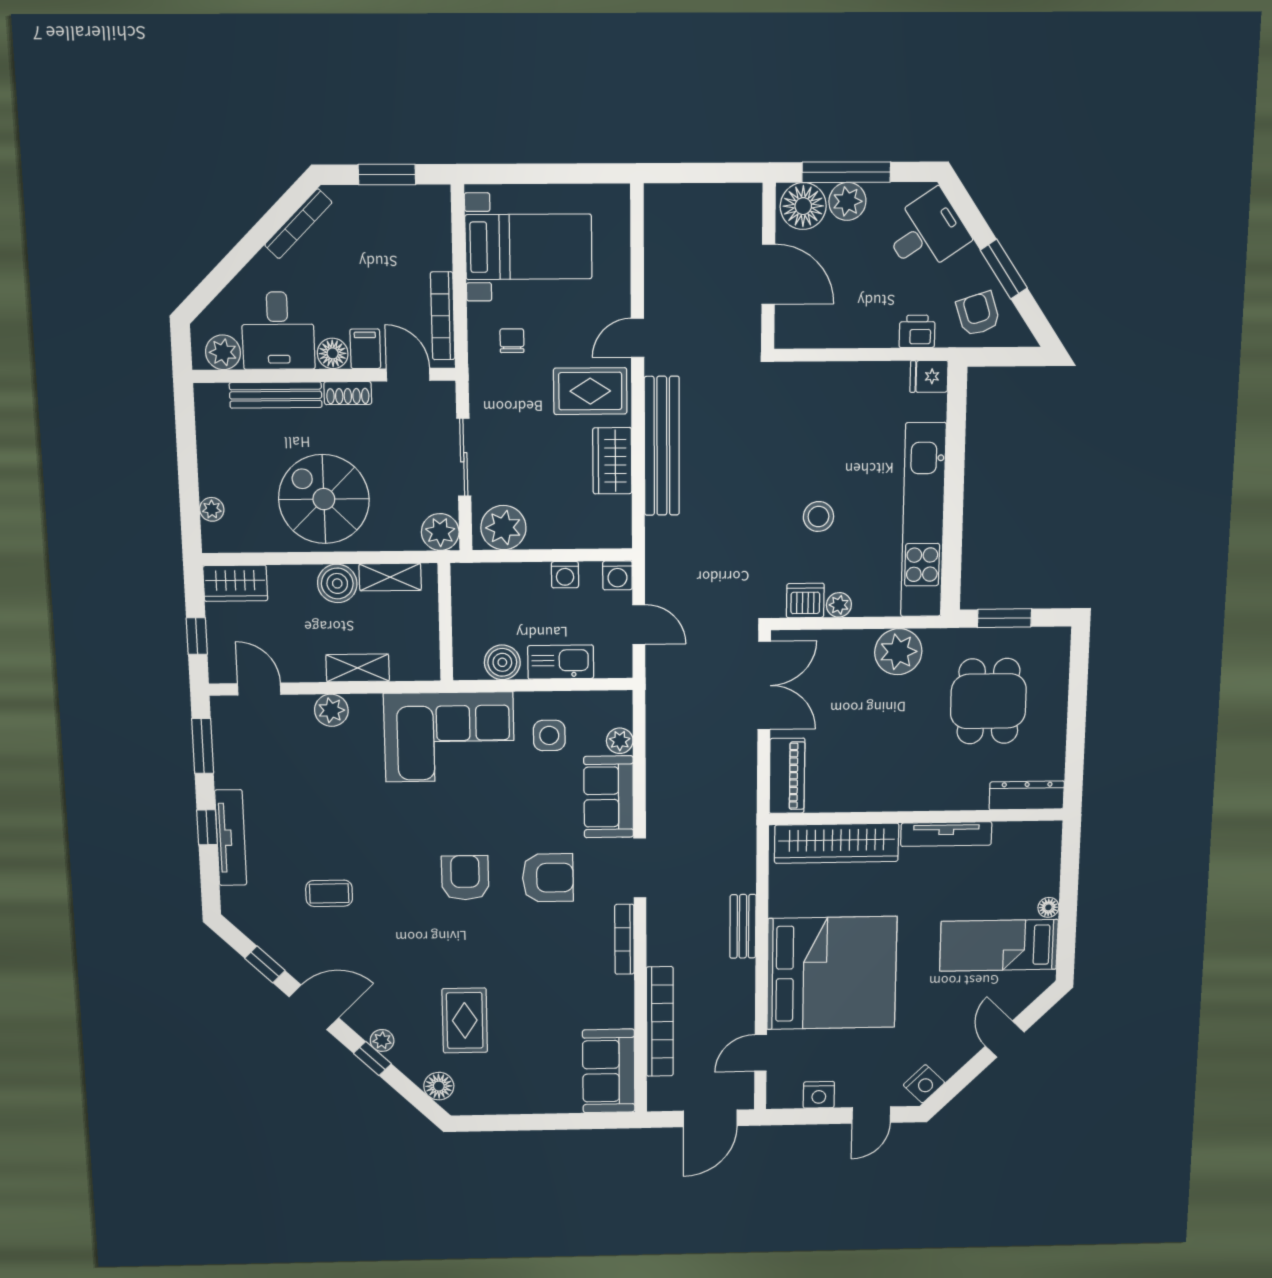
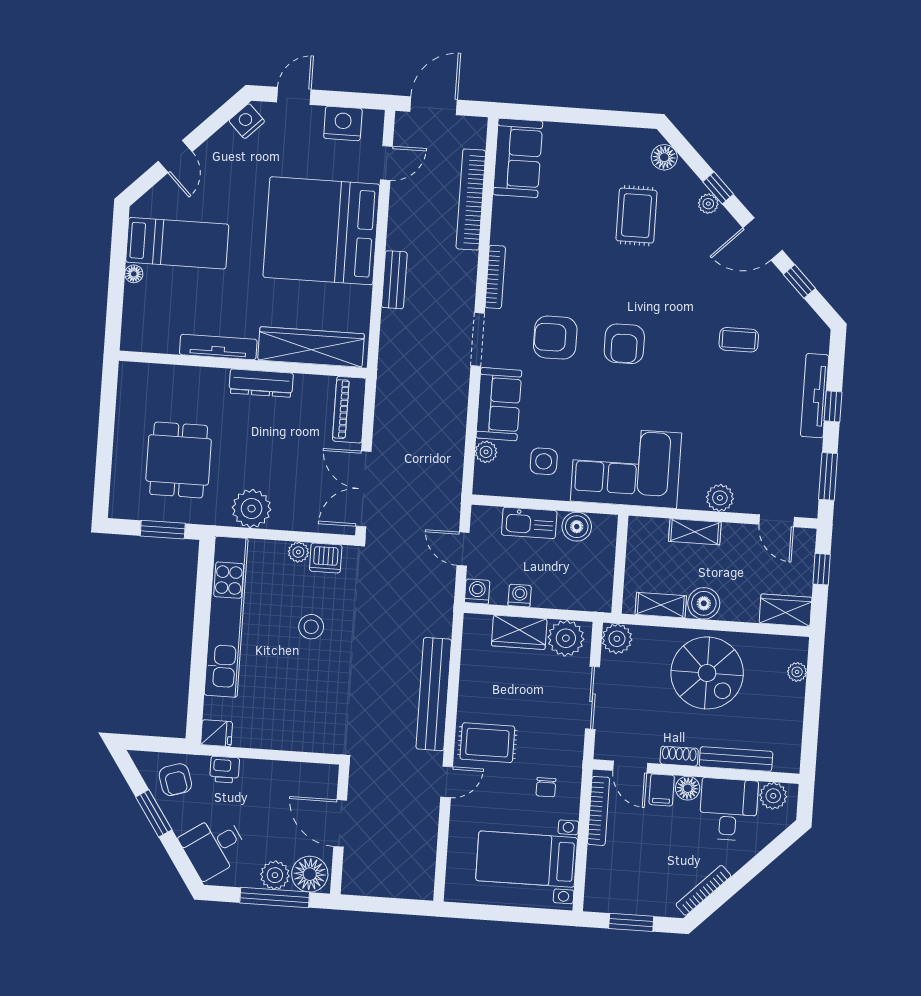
wardrobe: (612, 461) -> (519, 632), moved, turned 90
dresser: (1027, 795) -> (261, 383), moved
nightstand: (819, 1095) -> (343, 123), width x1.36, depth x1.33

